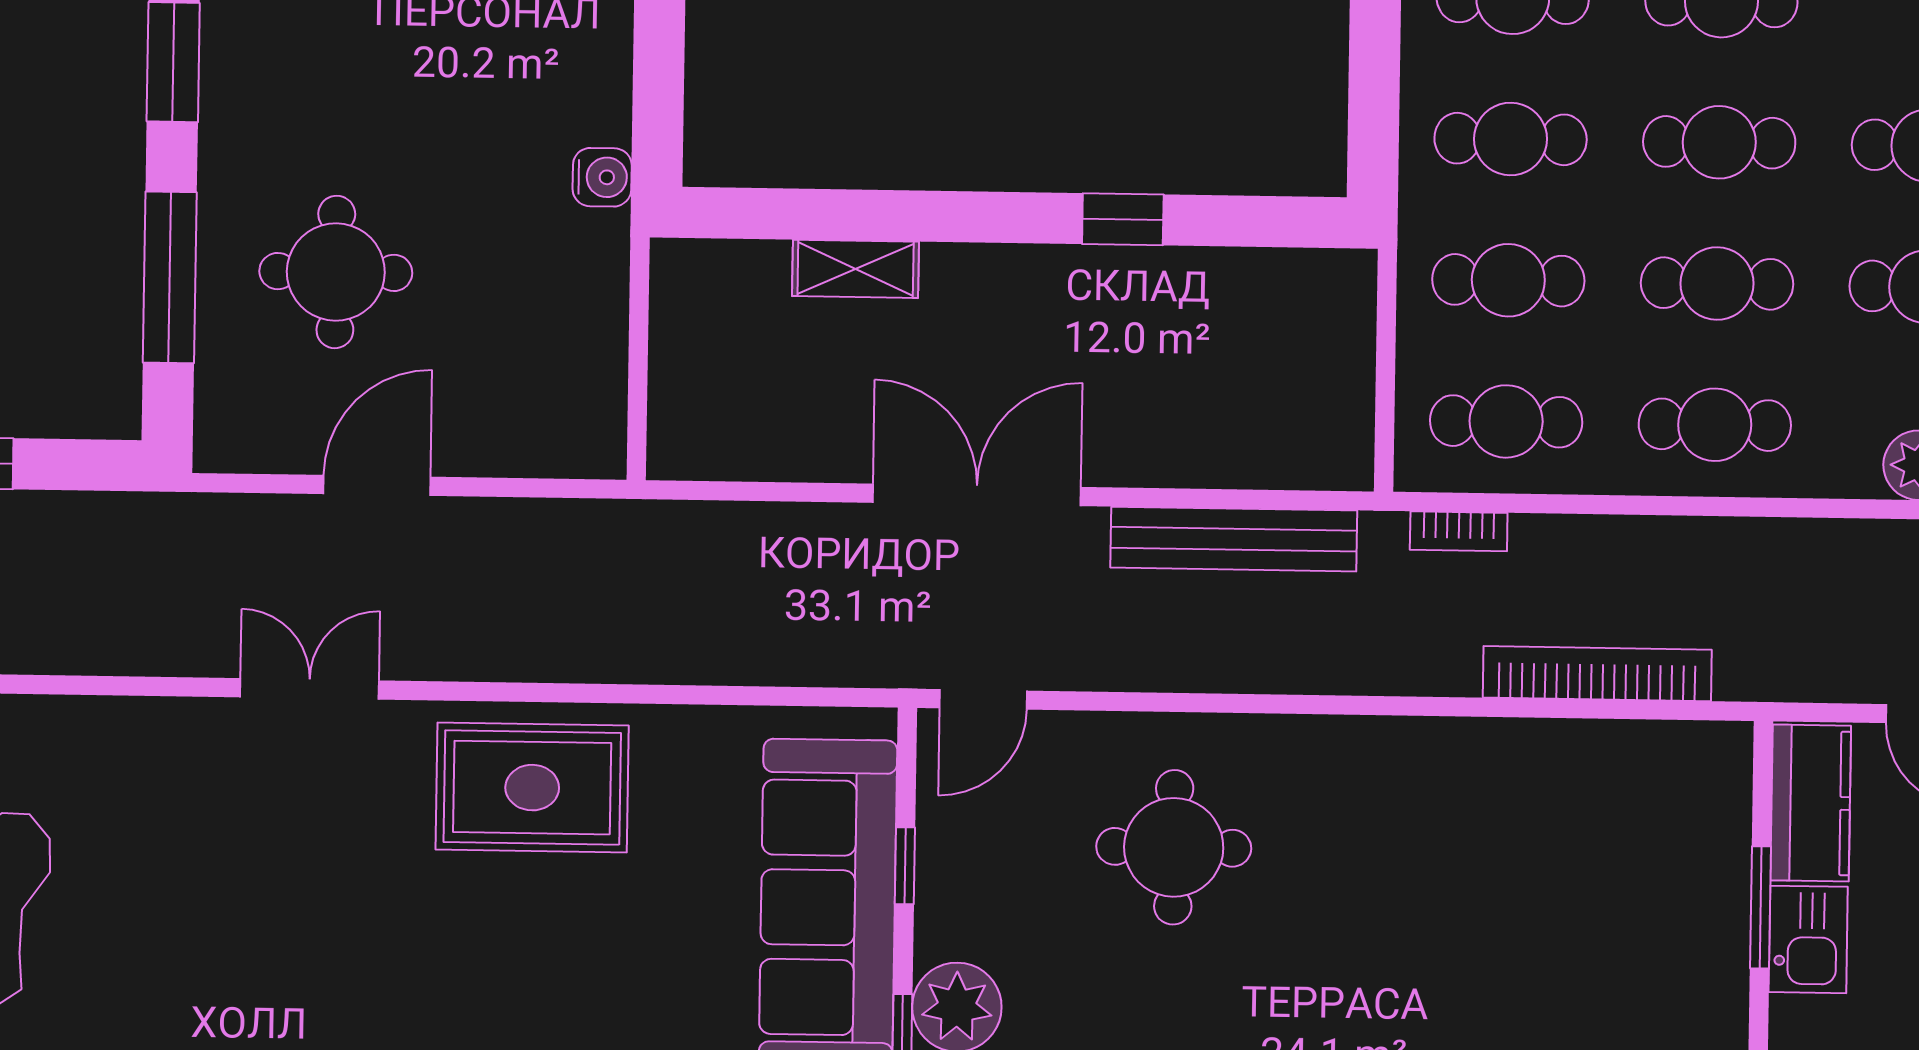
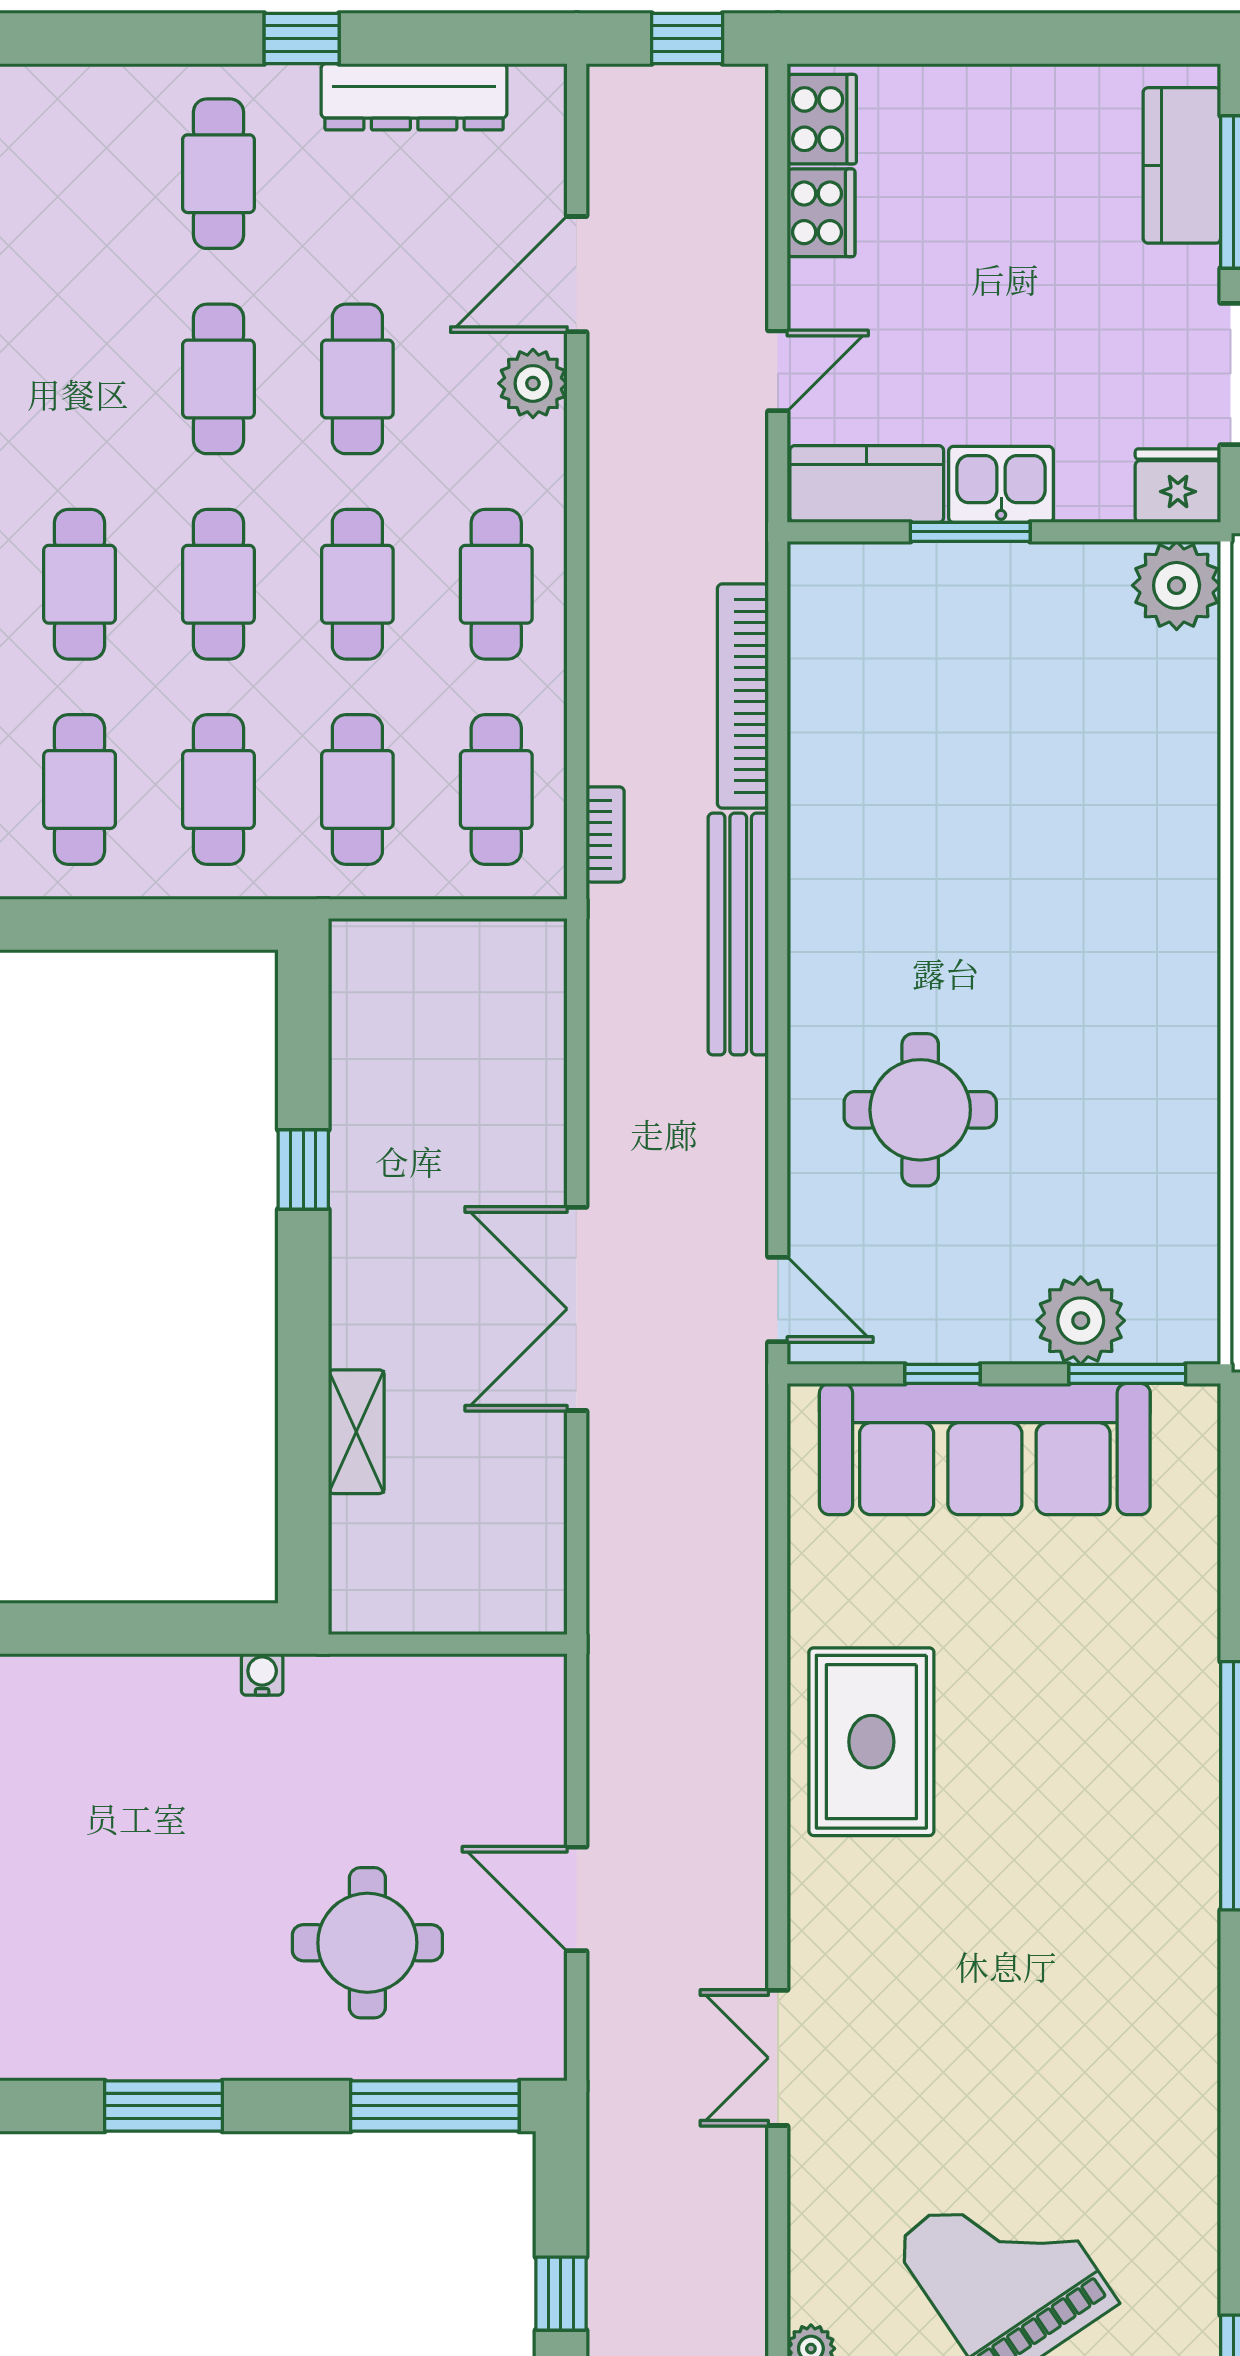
water cooler: (602, 177) -> (262, 1674), width x0.72, depth x0.72
window: (170, 277) -> (435, 2106), moved
bench: (1234, 539) -> (738, 934), moved
double door: (310, 689) -> (778, 2058), moved

